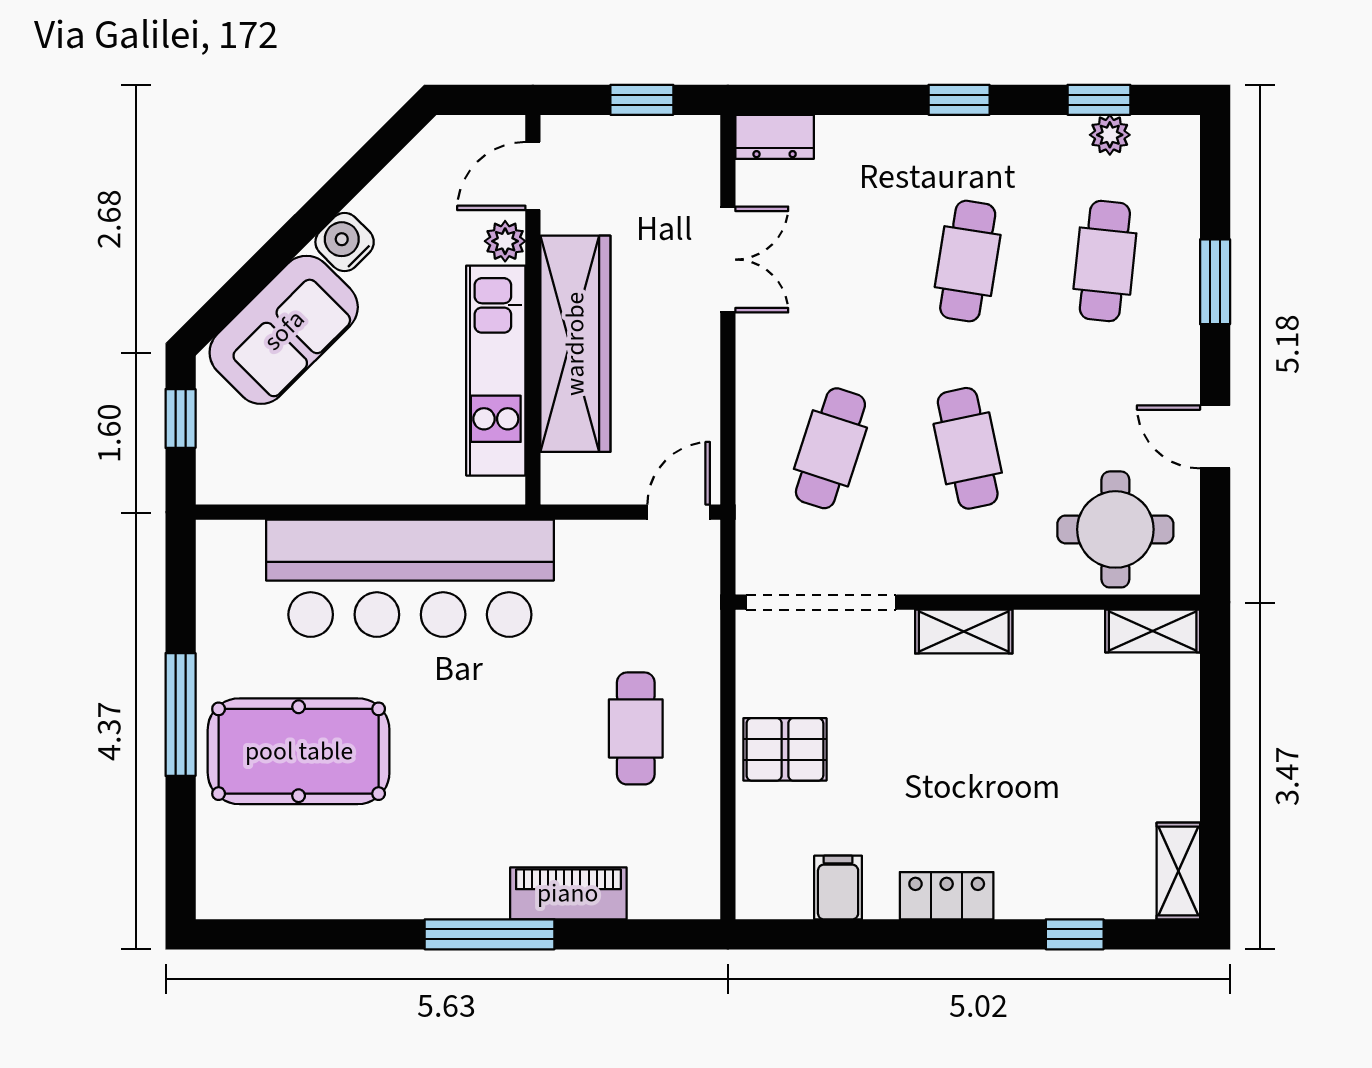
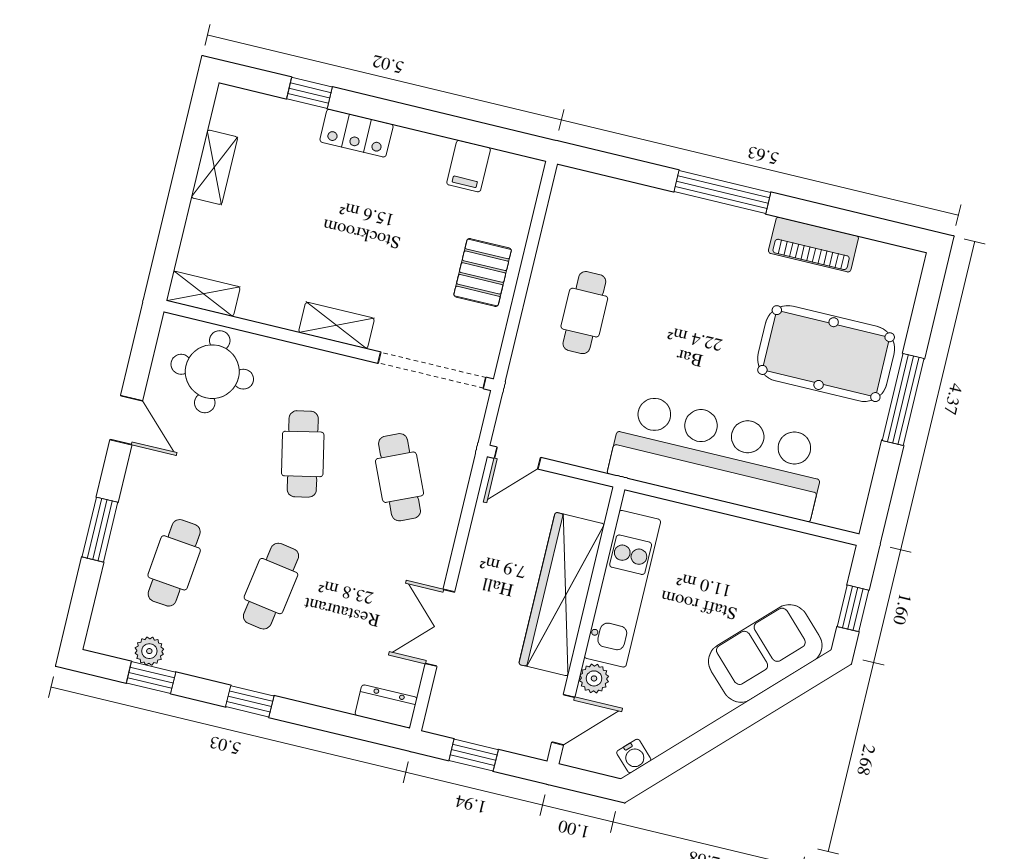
water cooler: (345, 242) -> (634, 756), moved, width x0.72, depth x0.72
cafe table: (830, 448) -> (400, 477), turned -42
pallet: (785, 749) -> (483, 273), turned 90
shelving: (1178, 871) -> (214, 167), moved
piano: (568, 893) -> (813, 245), moved
locker: (947, 896) -> (356, 133), moved

